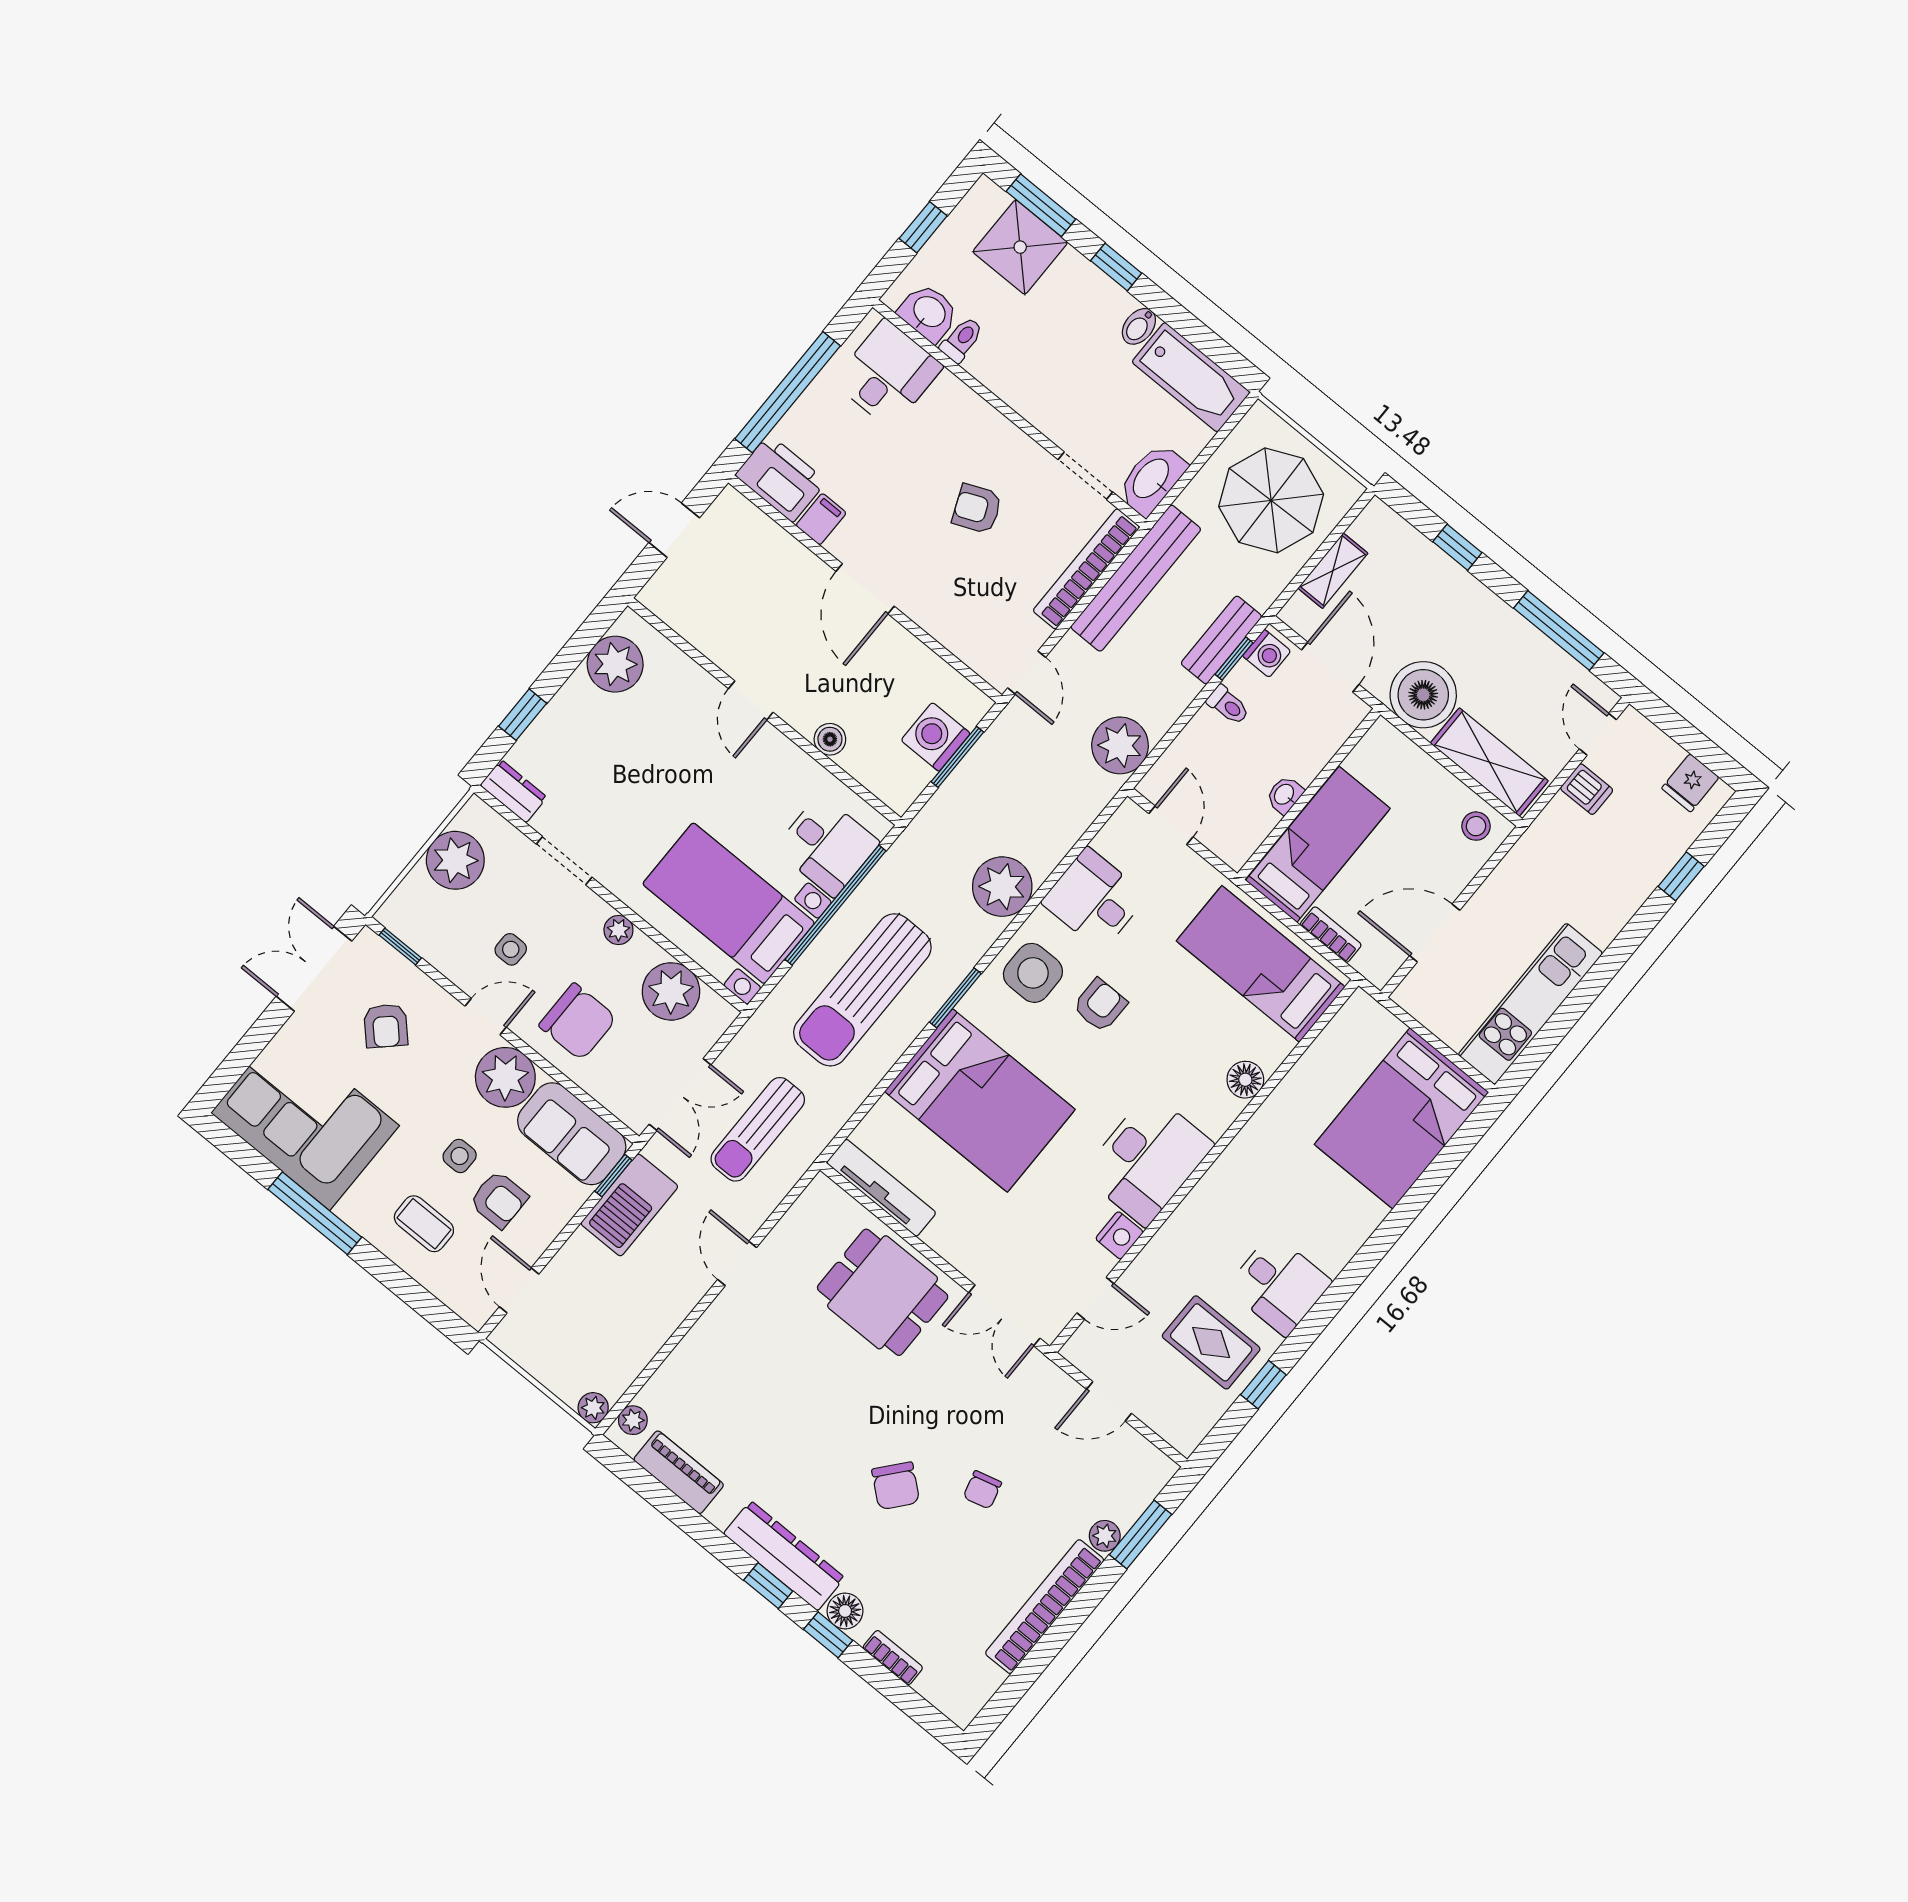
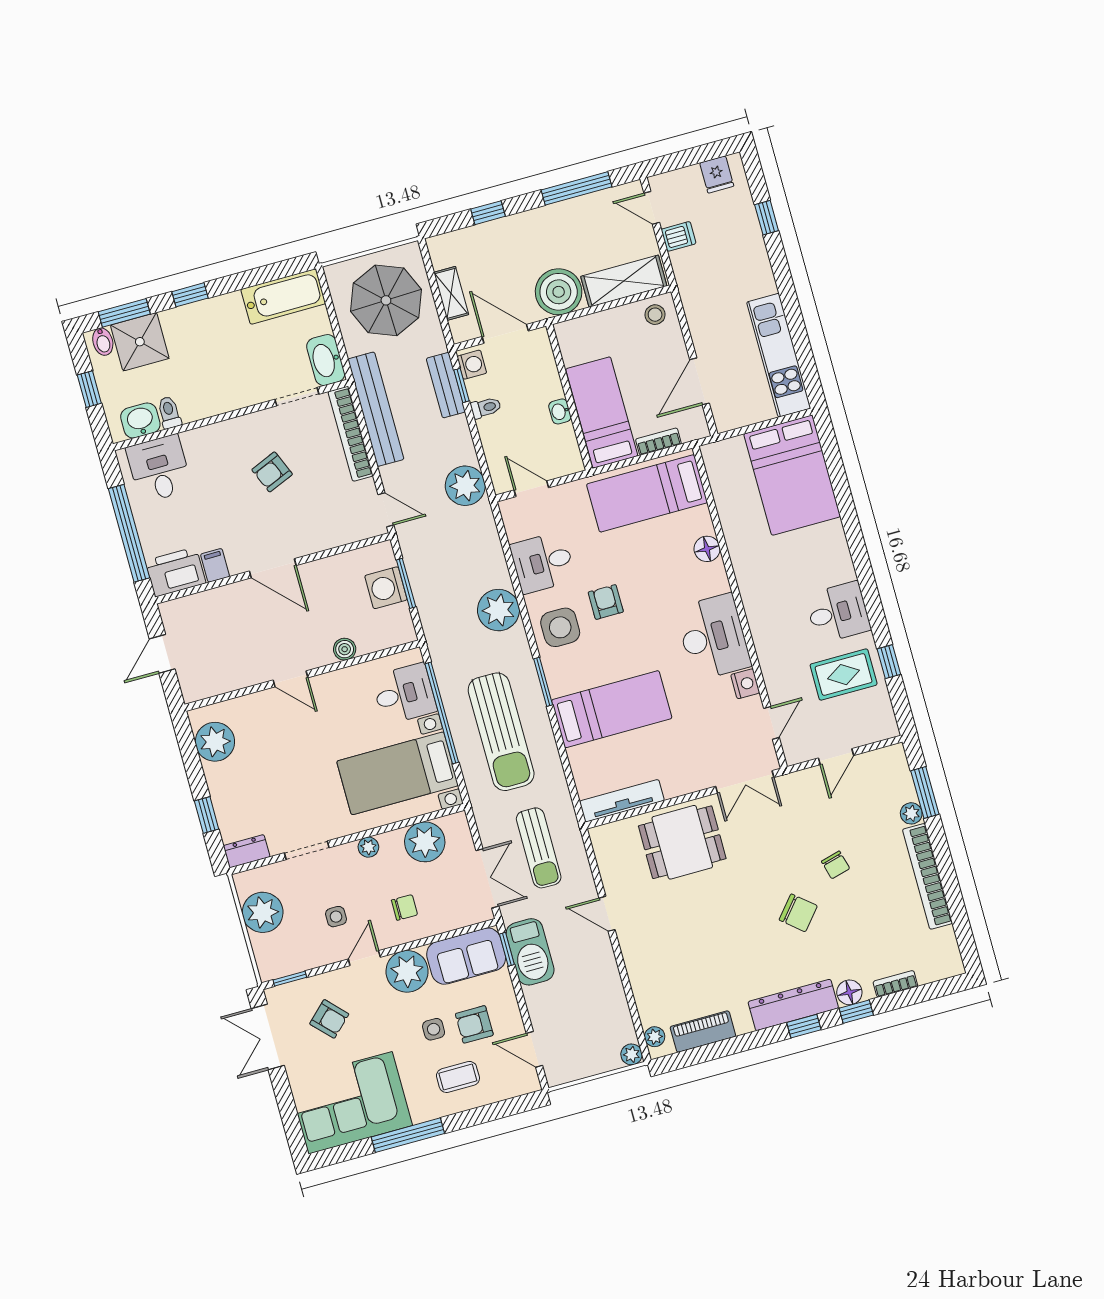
bidet: (1139, 326) -> (103, 342), moved
chair: (578, 1022) -> (404, 907), width x0.54, depth x0.54
bed: (980, 1100) -> (612, 709), width x0.67
armchair: (499, 1200) -> (474, 1024), turned 180

